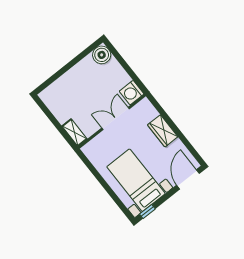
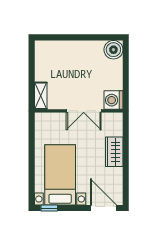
double door: (116, 118) -> (84, 111), swing flipped
door: (188, 179) -> (103, 208), hinge flipped

